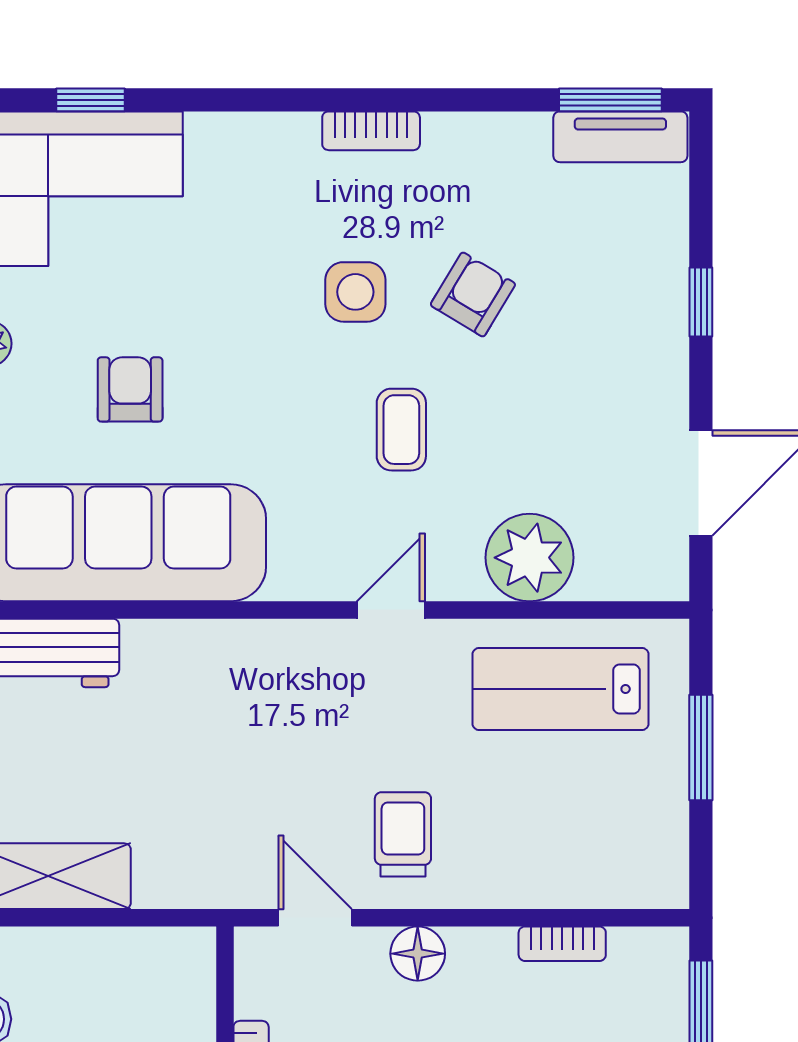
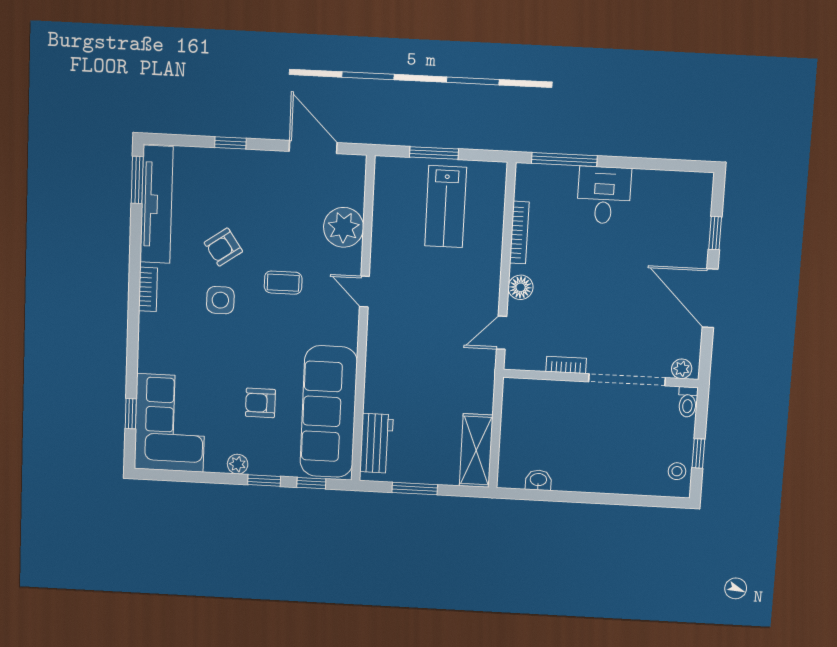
tv unit: (620, 137) -> (157, 204), width x1.92, depth x1.29
armchair: (473, 294) -> (223, 247), turned -66
lab bench: (561, 689) -> (446, 207), moved
trolley: (403, 834) -> (466, 291), removed
bookcase: (562, 944) -> (519, 233), width x1.56

